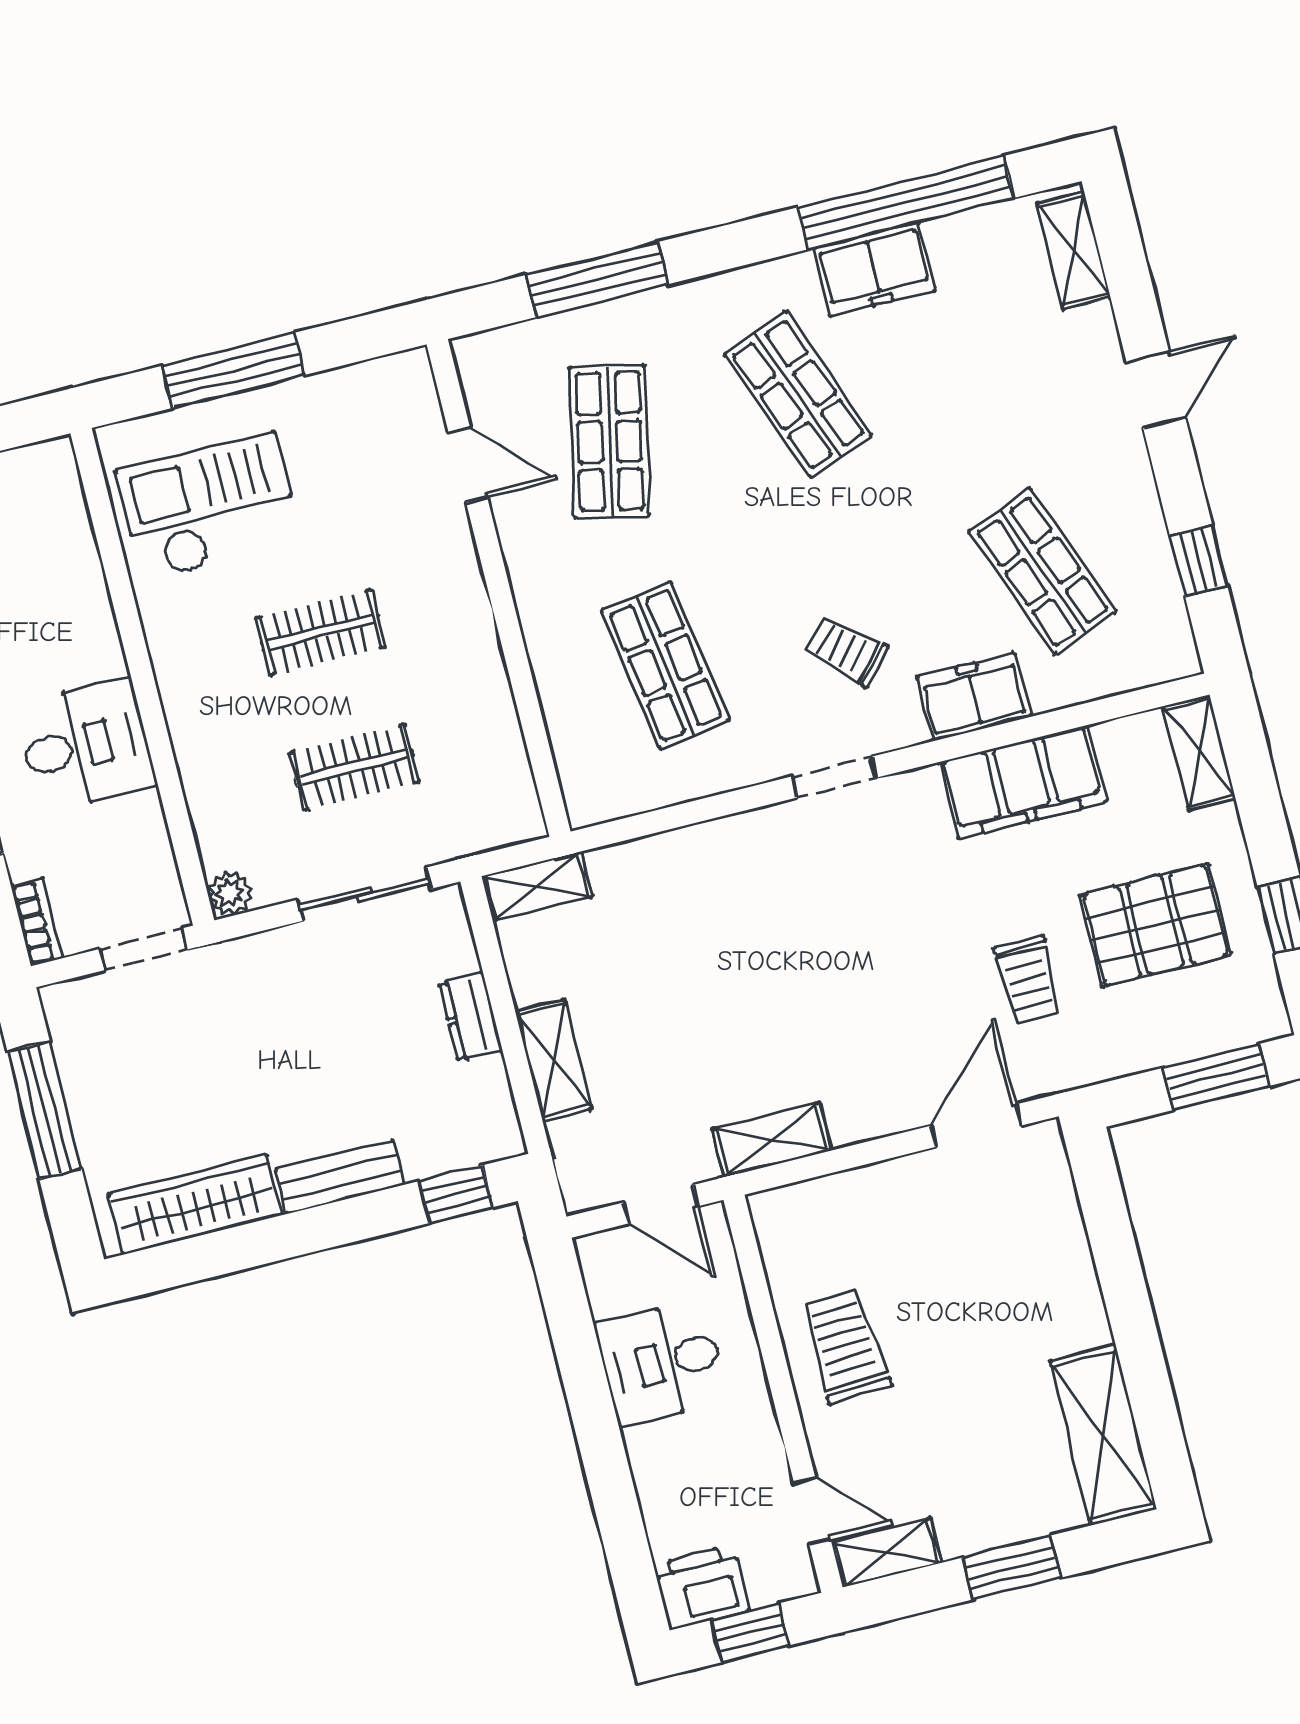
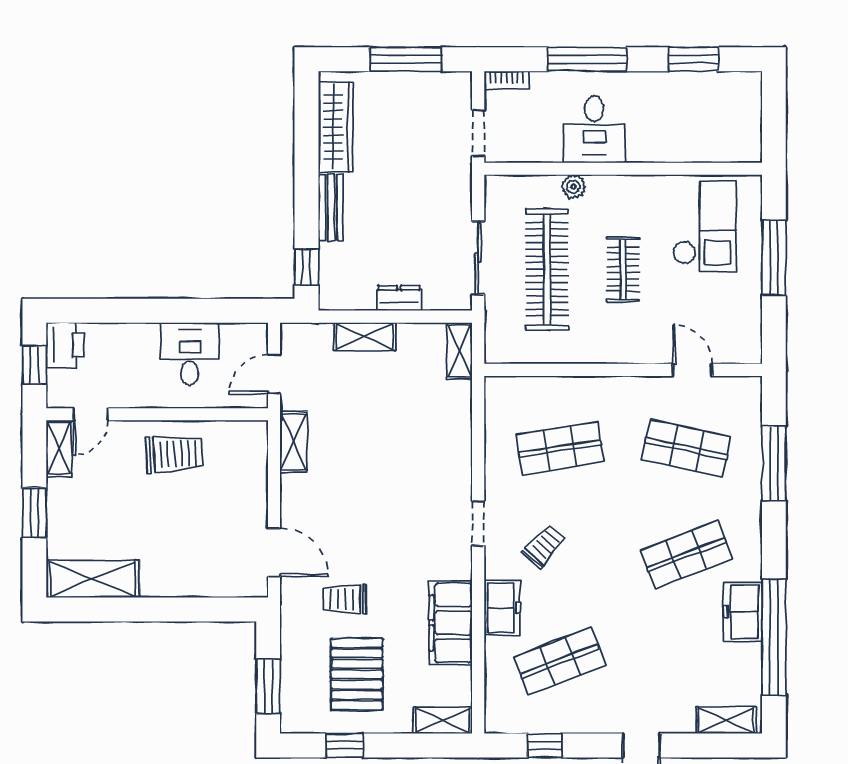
door: (468, 465) -> (692, 370), swing flipped
clothes rail: (354, 767) -> (547, 269), width x1.86, depth x1.31
plant: (230, 893) -> (573, 187), moved

